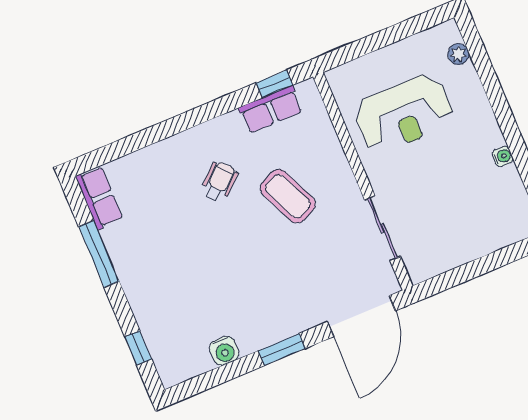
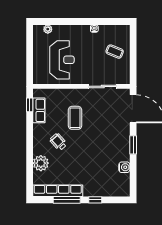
plant: (156, 163) -> (41, 163), added
coffee table: (288, 196) -> (75, 118), turned -66
row of seats: (99, 198) -> (58, 191), width x2.02
coffee table: (471, 222) -> (115, 52), added
window: (138, 348) -> (95, 200), moved

